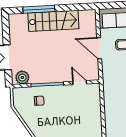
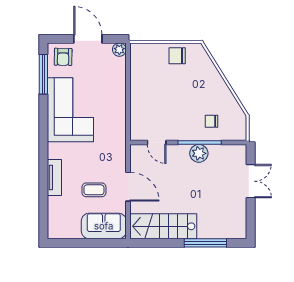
stairs: (53, 21) -> (163, 226), moved
plant: (22, 77) -> (199, 153), moved

